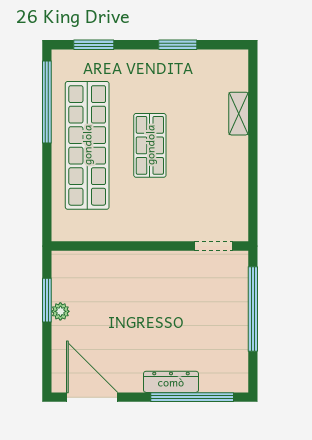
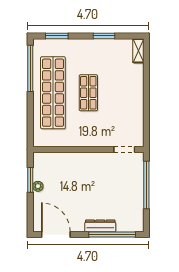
shelving: (239, 114) -> (138, 51), moved

